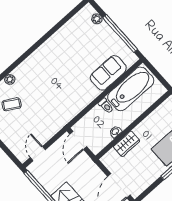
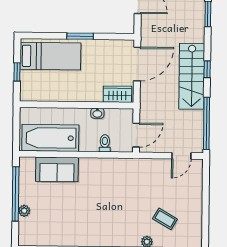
plant: (97, 19) -> (24, 211), moved
toilet: (106, 106) -> (105, 143), moved
wardrobe: (127, 144) -> (117, 94), moved

